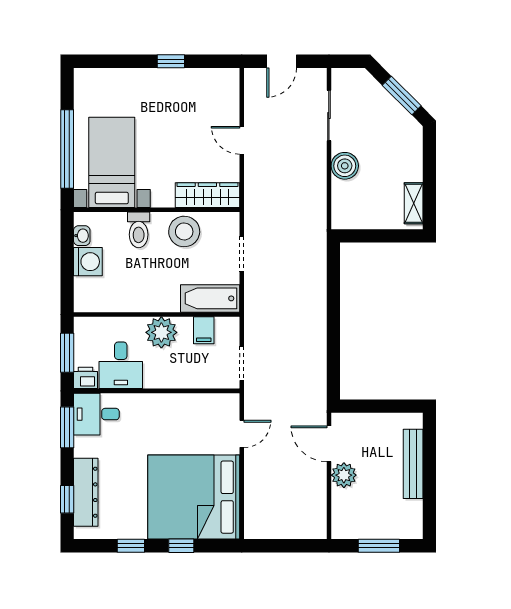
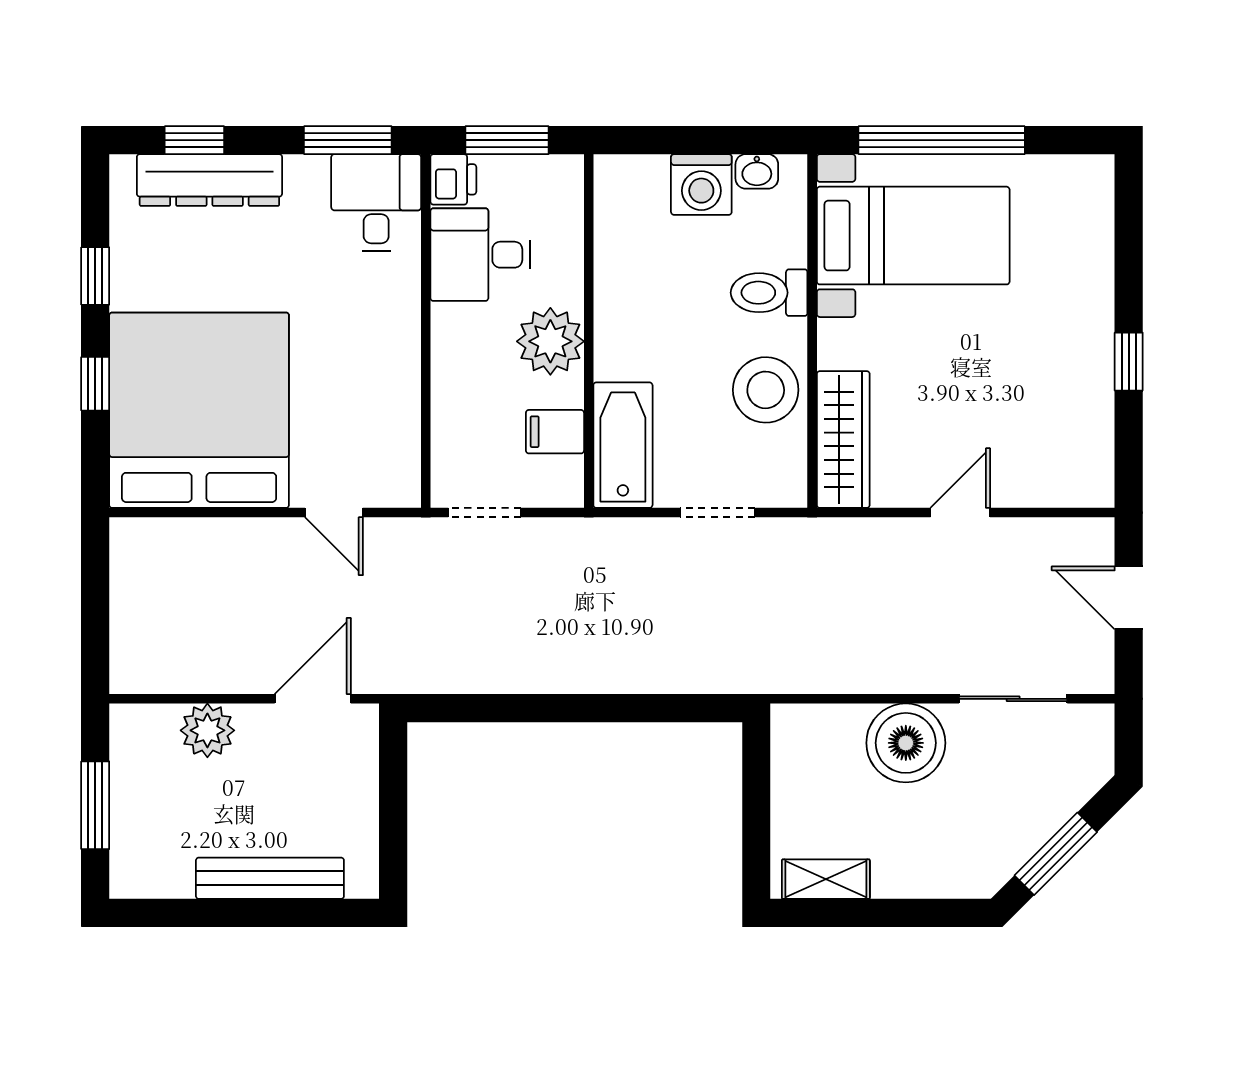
boiler: (345, 166) -> (906, 743), width x1.37, depth x1.37
plant: (344, 475) -> (207, 730), moved

